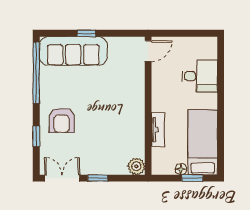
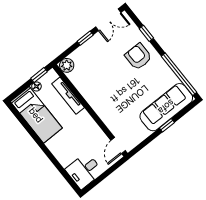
desk: (200, 76) -> (84, 171), moved
tv unit: (158, 129) -> (68, 96), width x1.41
window: (192, 178) -> (39, 75), moved

